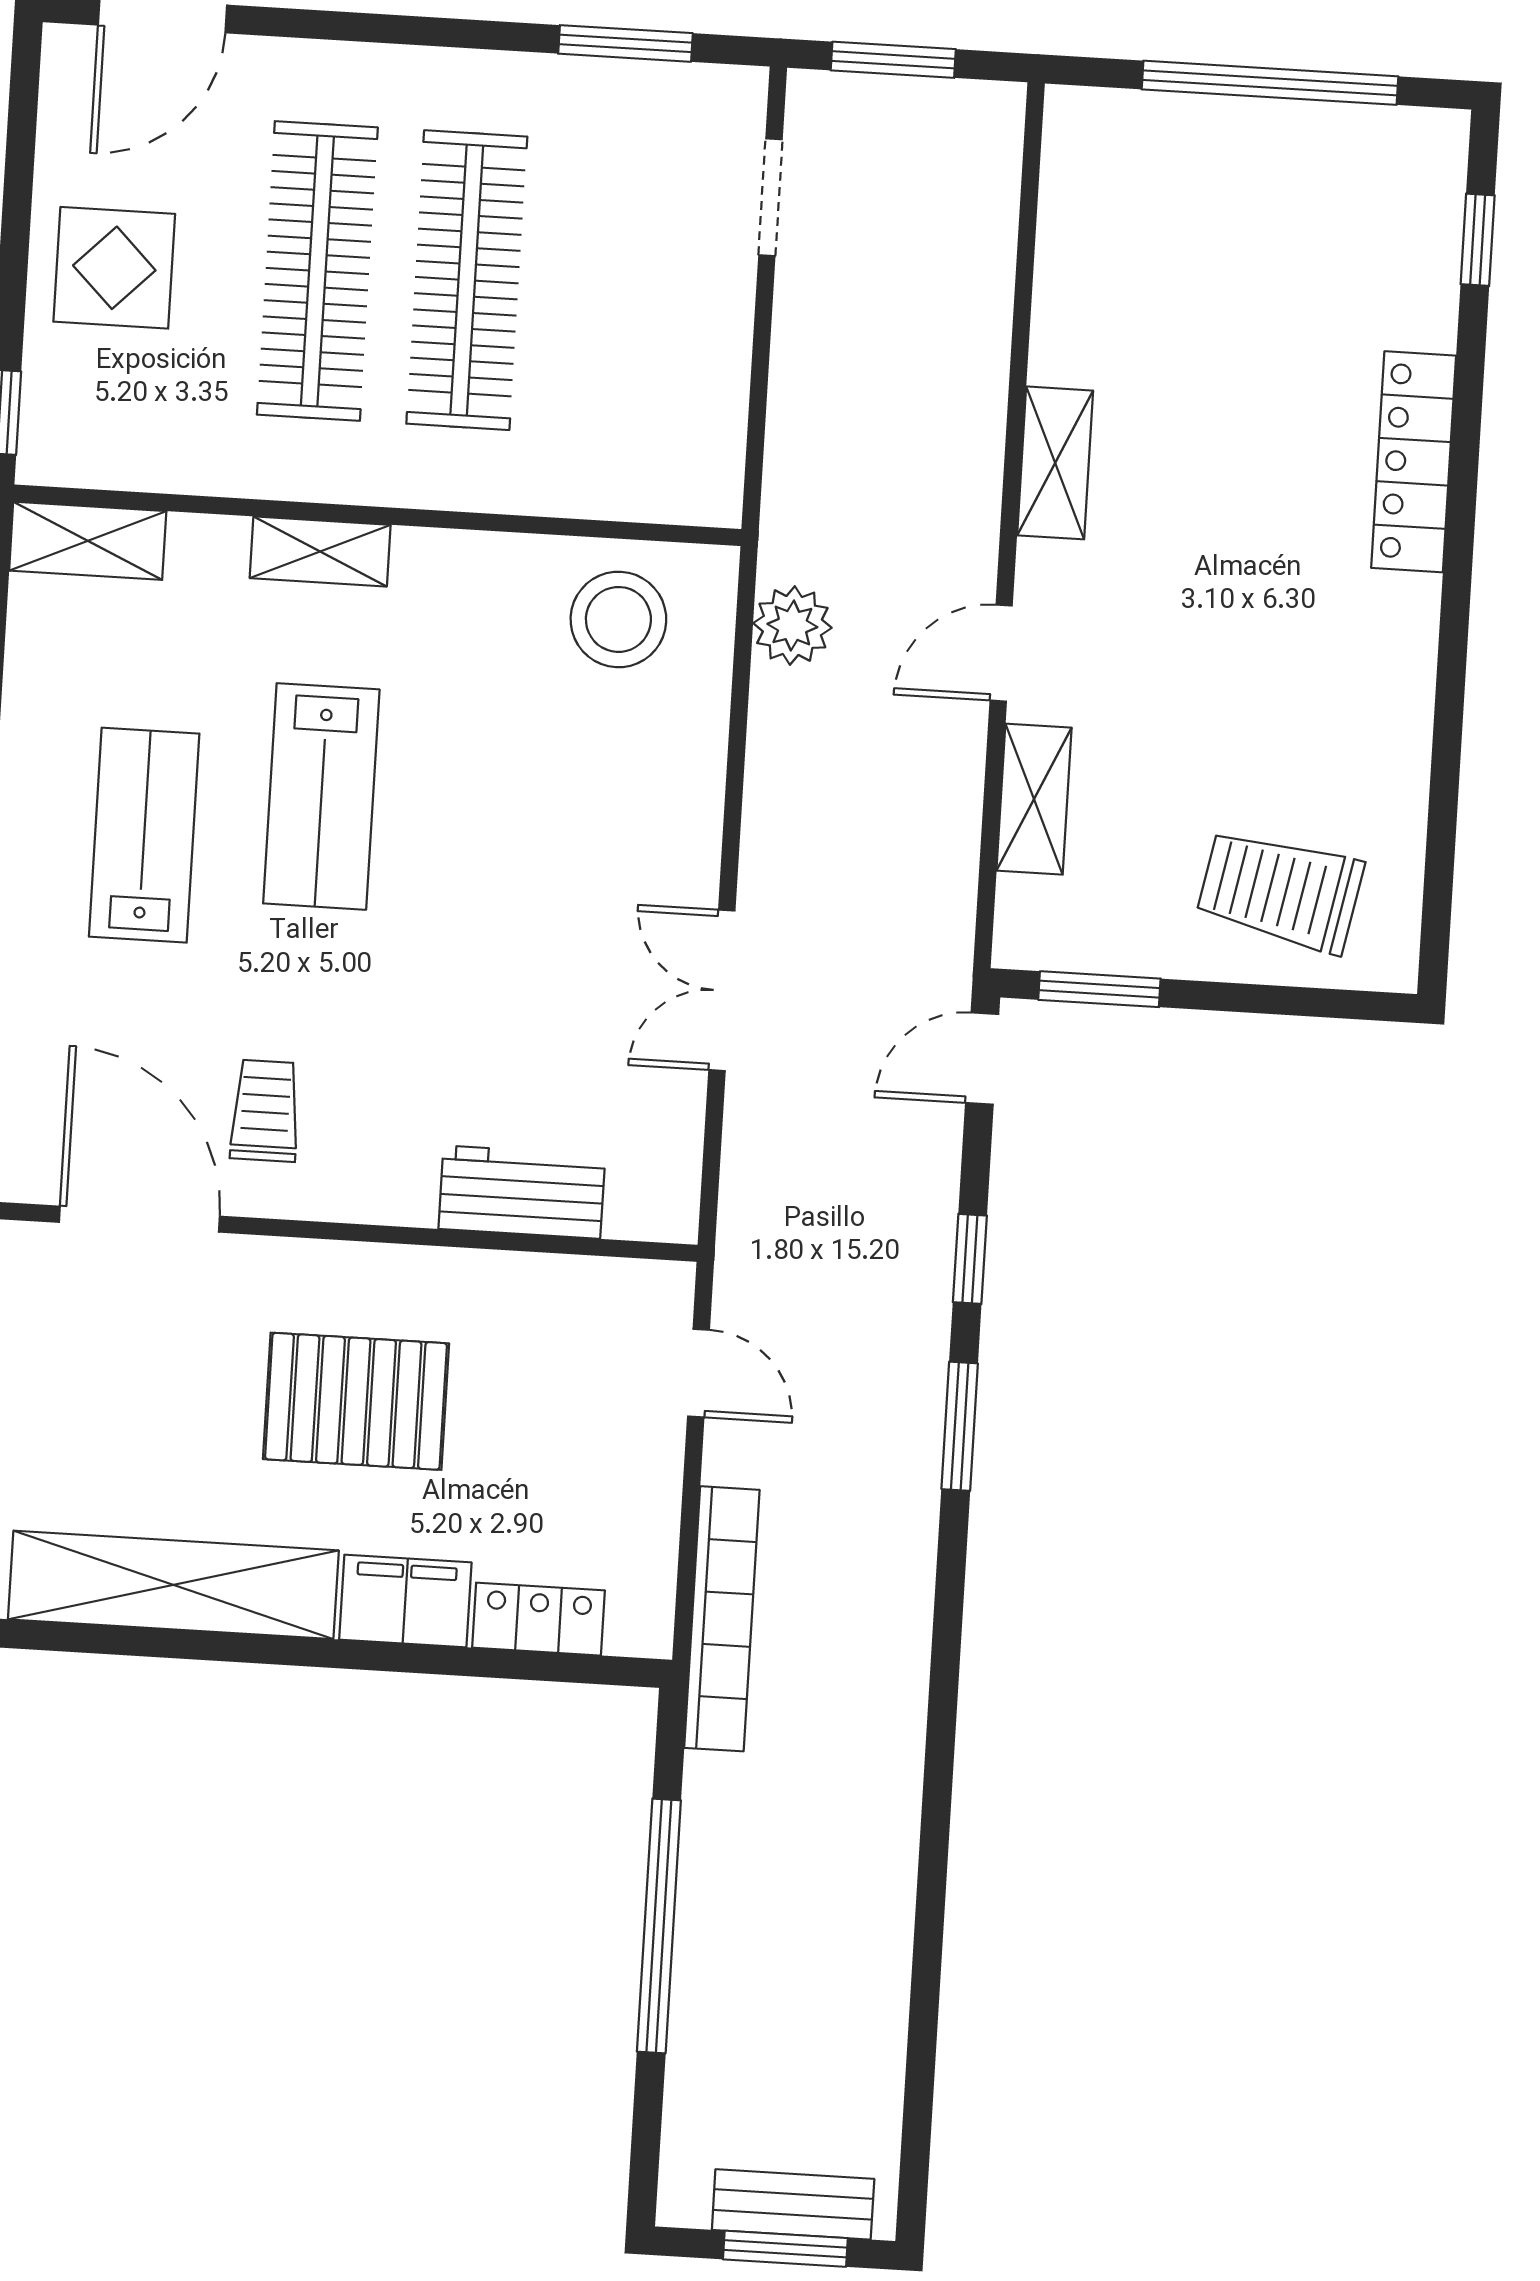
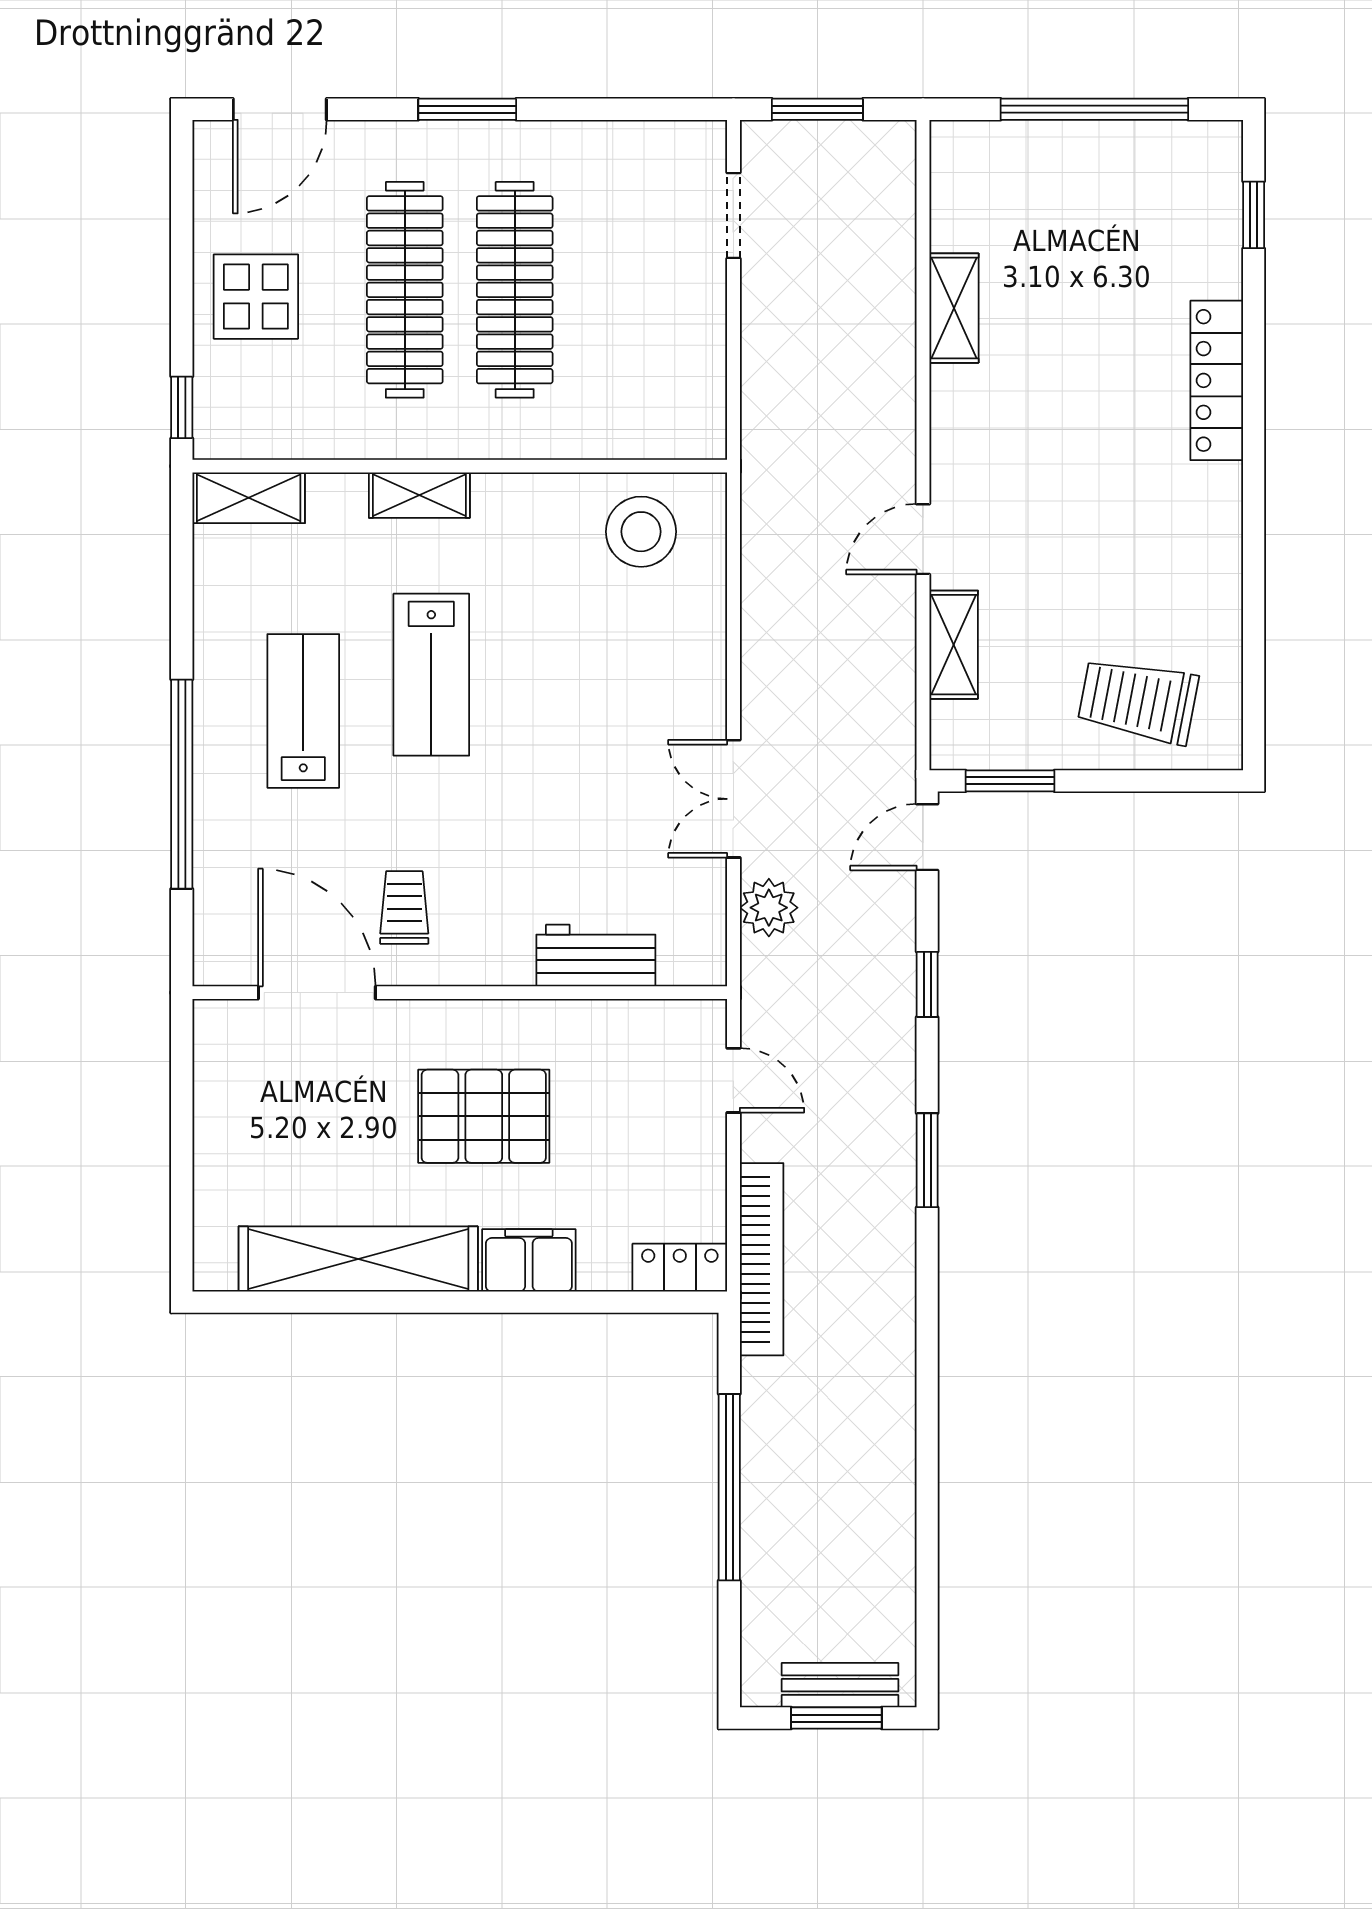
window: (625, 43) -> (467, 109), moved
shelving: (1055, 463) -> (954, 308), moved
plant: (792, 626) -> (769, 908), moved
window: (960, 1426) -> (927, 1160), moved
locker: (539, 1619) -> (680, 1268), moved

